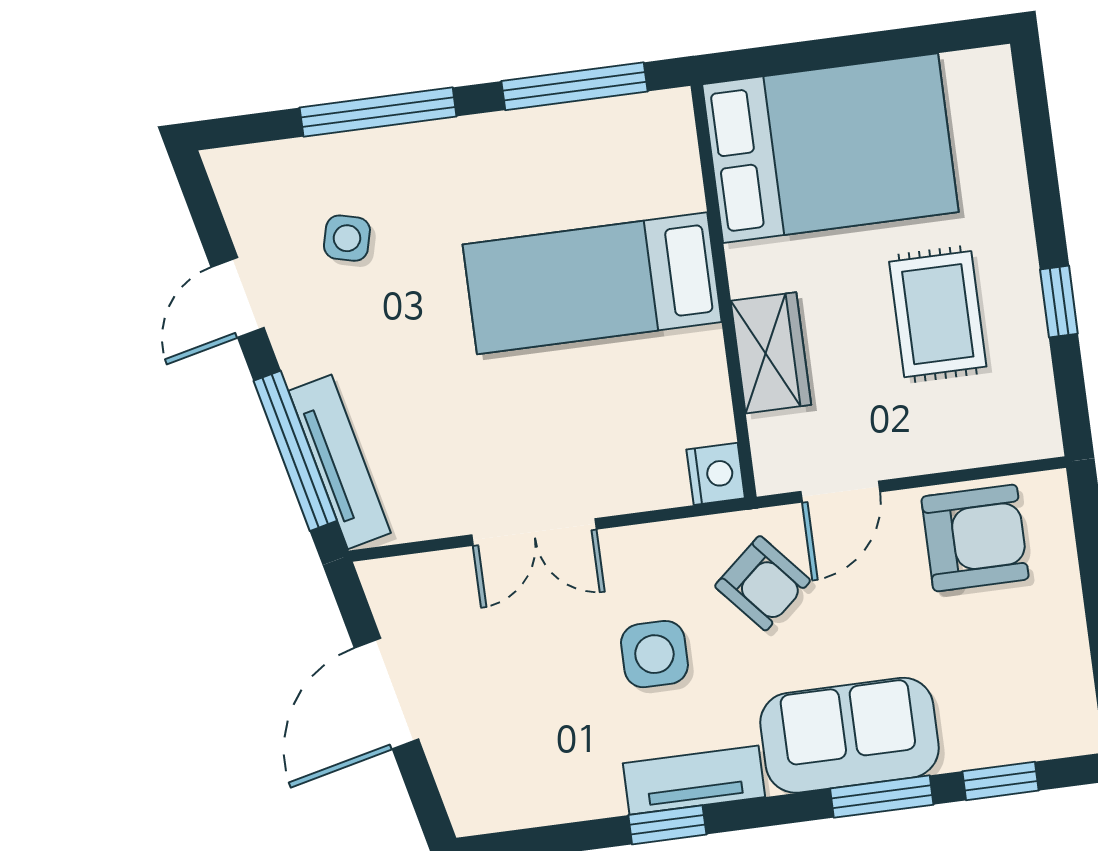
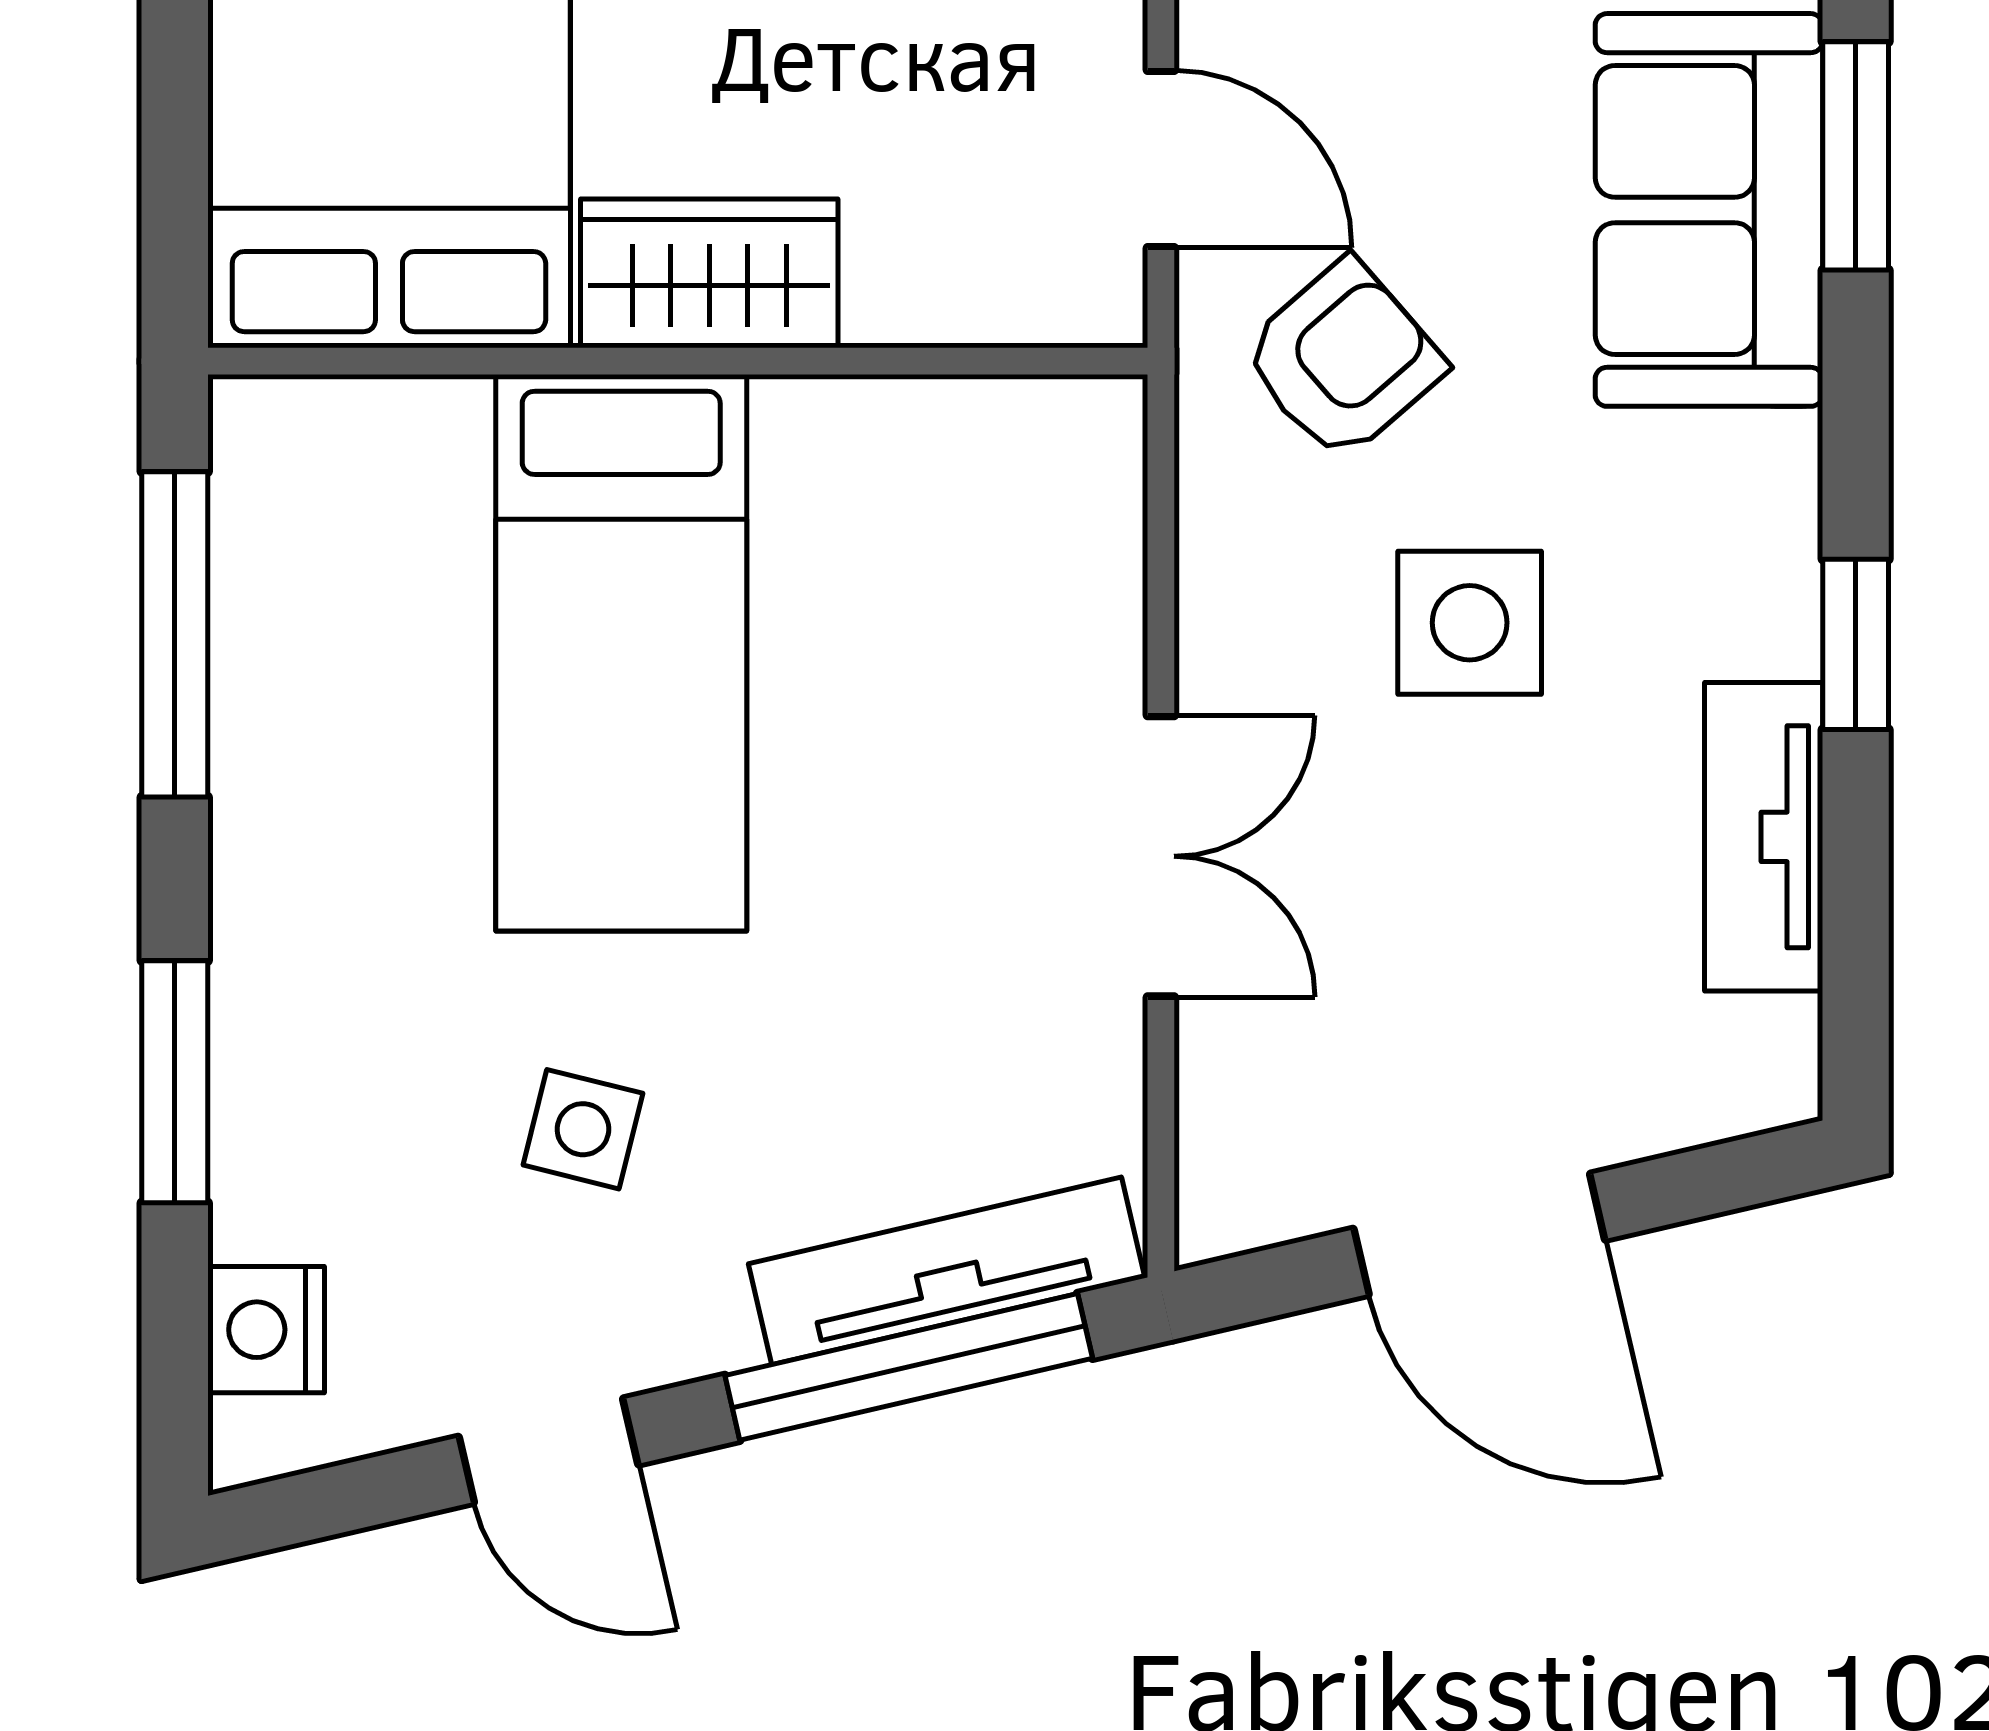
window: (378, 112) -> (175, 1082), width x0.69
side table: (347, 238) -> (583, 1129), moved
wardrobe: (771, 353) -> (709, 273), moved
nightstand: (716, 474) -> (266, 1330), moved, turned -90
tv unit: (694, 780) -> (1764, 837), moved

